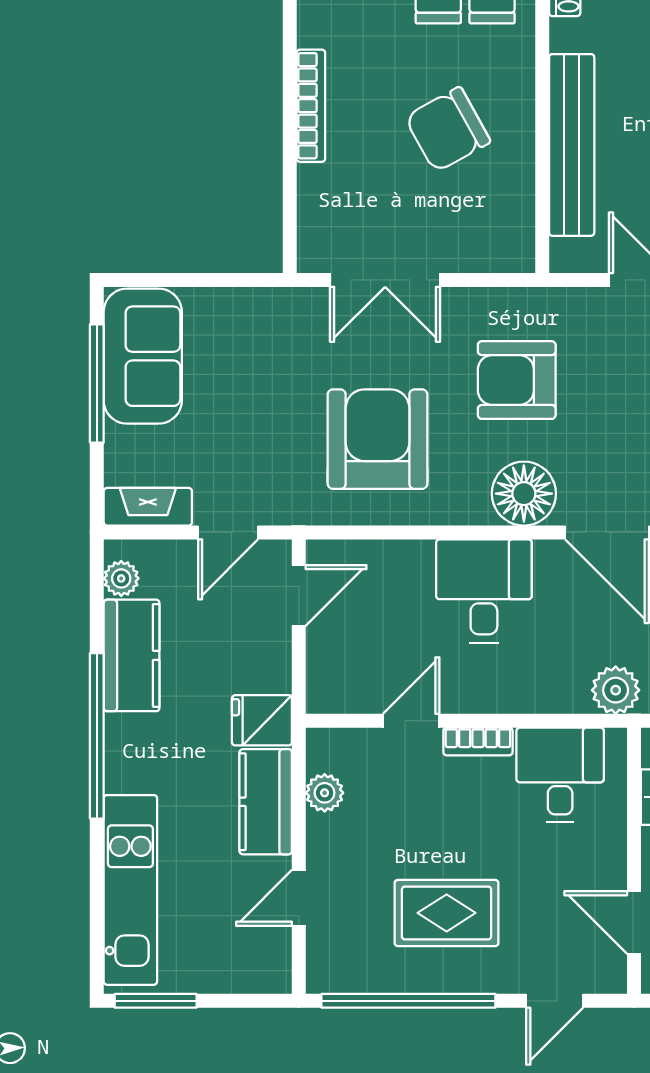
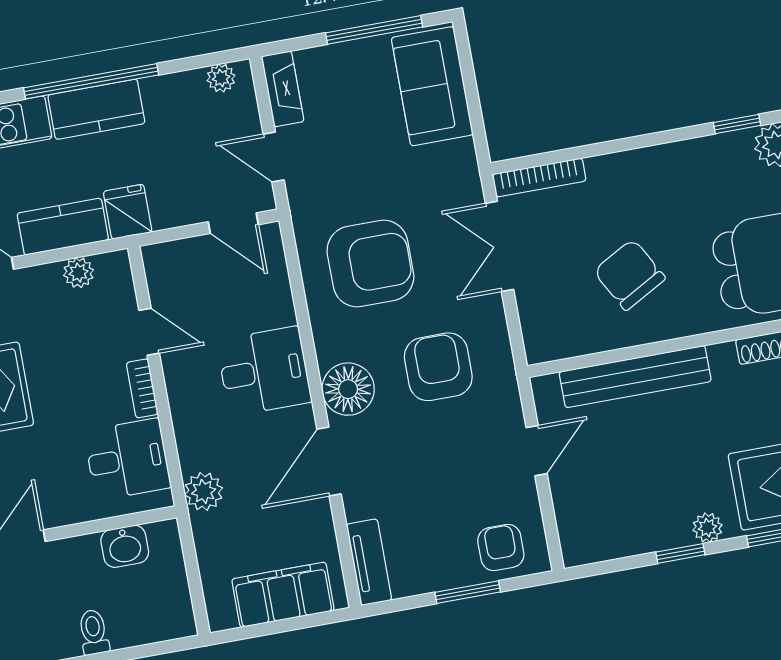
bookcase: (311, 106) -> (539, 178), moved
sofa: (143, 356) -> (432, 86), moved, turned 90
kitchen counter: (132, 655) -> (96, 109), moved

